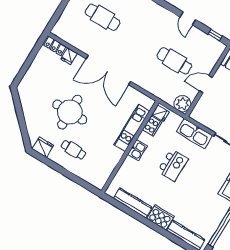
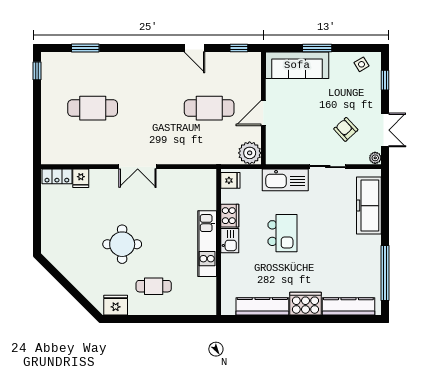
double door: (108, 70) -> (138, 167), width x0.54
round table: (70, 112) -> (122, 244), width x0.73, depth x0.73
cooker: (152, 126) -> (230, 216), moved
kitchen unit: (132, 128) -> (207, 244), moved

